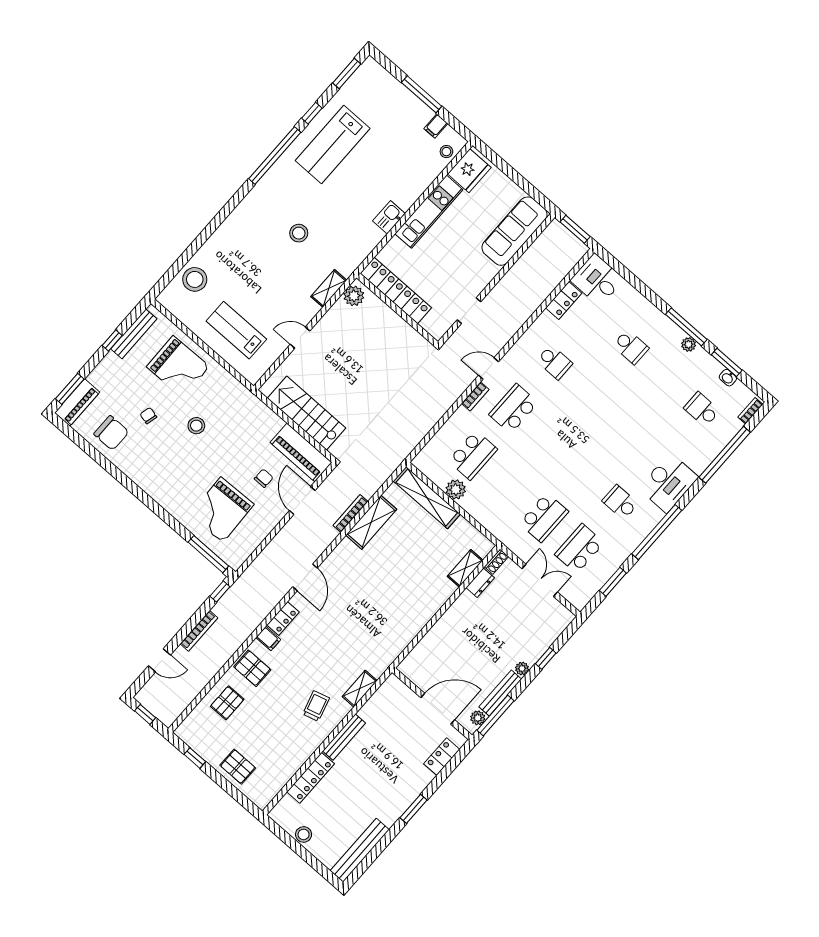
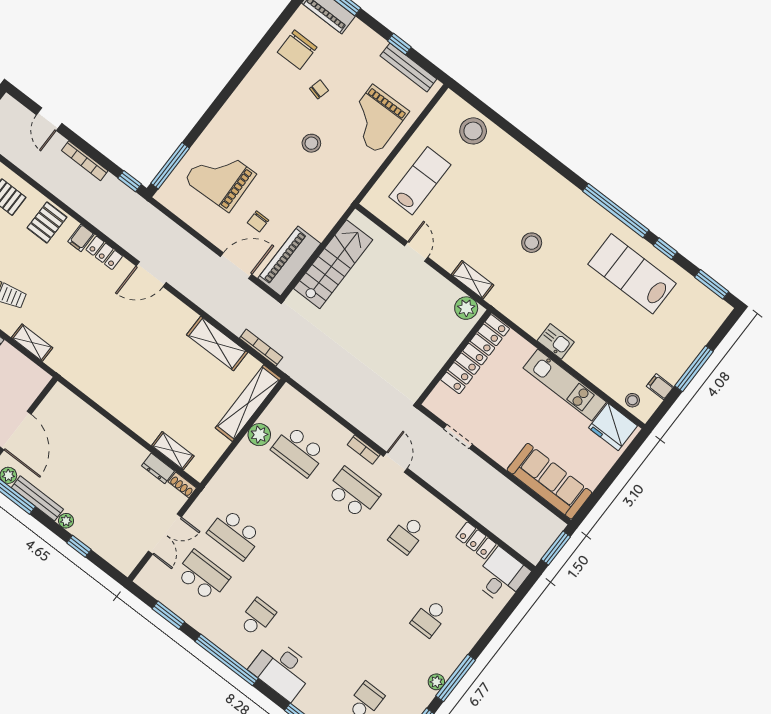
chair: (264, 478) -> (258, 221), turned 90
bookcase: (351, 514) -> (261, 348), moved

